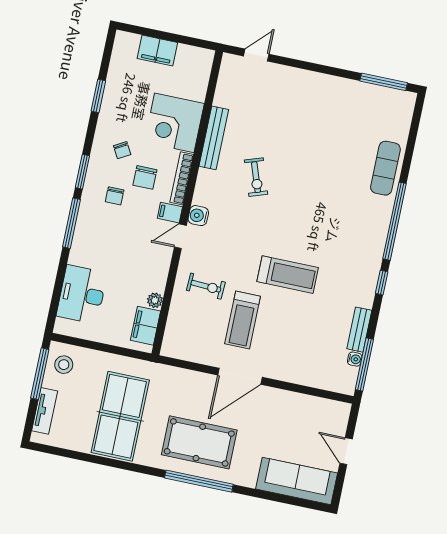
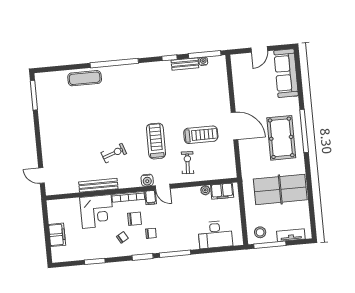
treadmill: (288, 275) -> (156, 141), moved
window: (382, 283) -> (169, 58), moved

